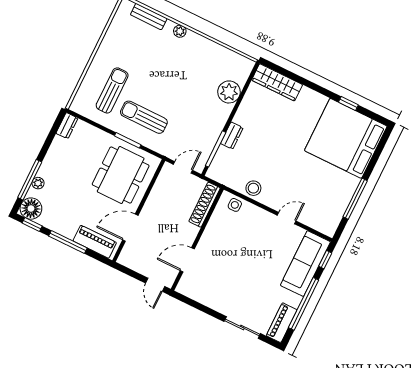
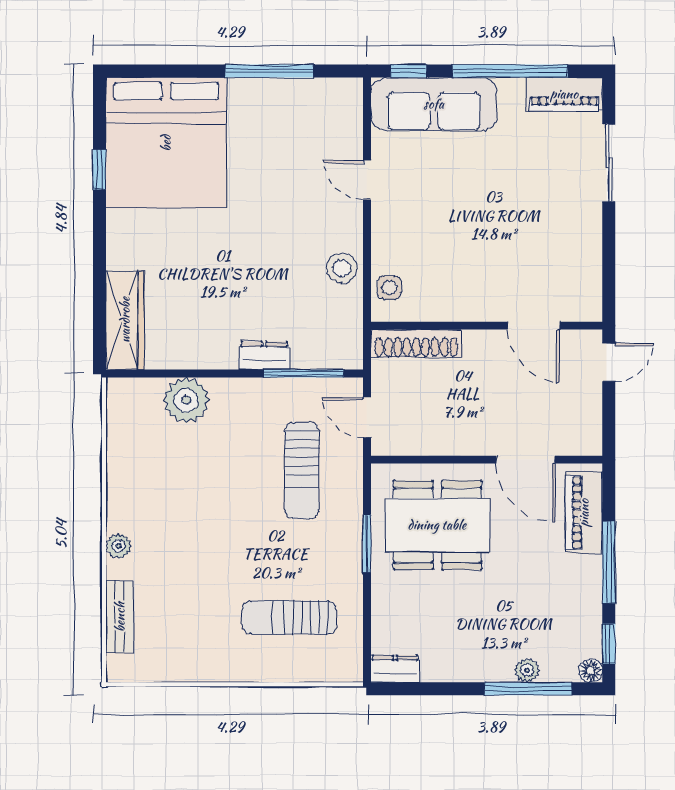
sun lounger: (144, 117) -> (302, 470), moved
floor lamp: (31, 209) -> (591, 671), width x0.53, depth x0.53

